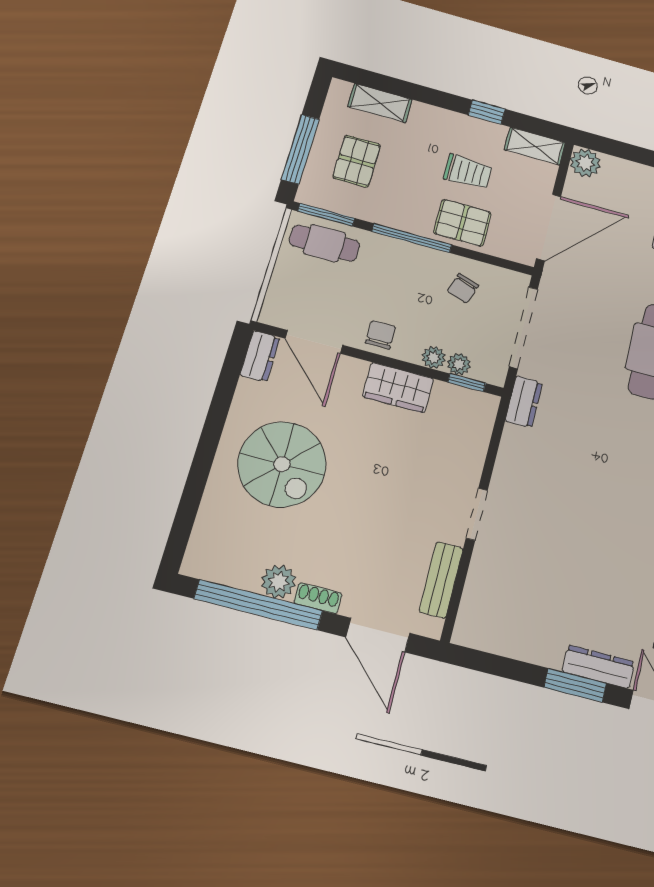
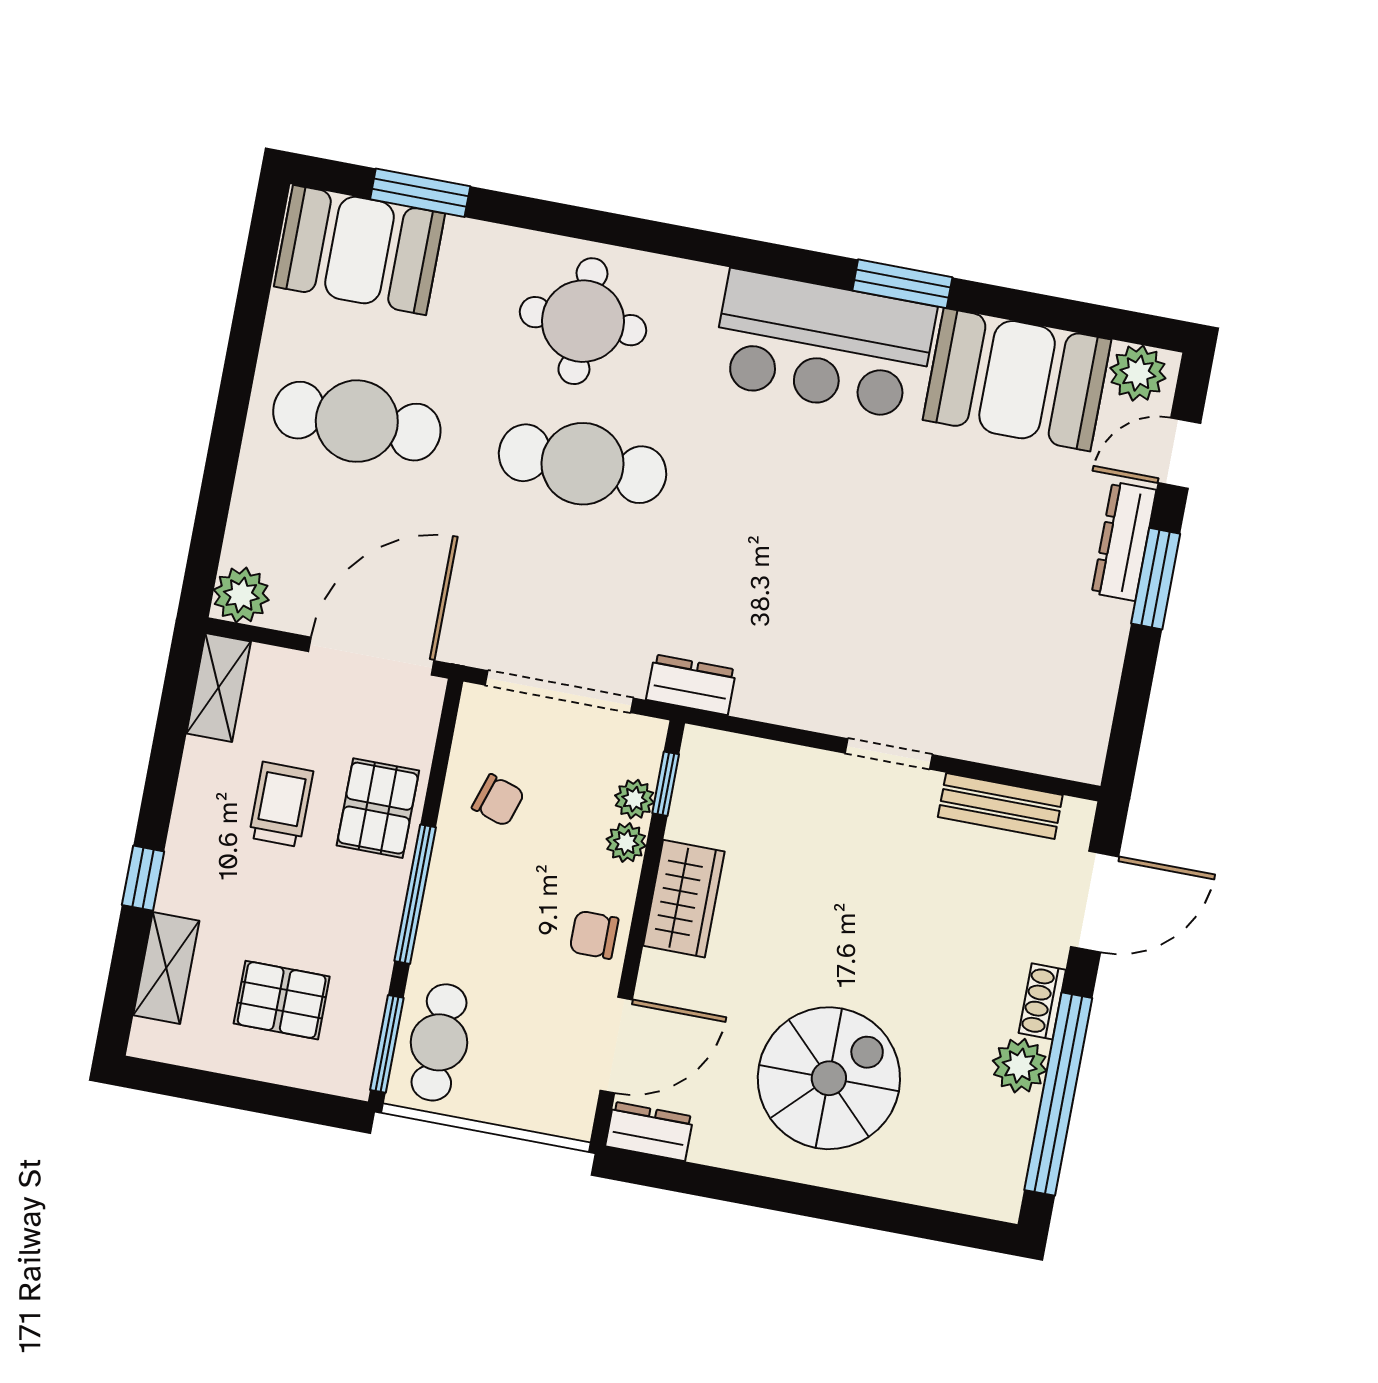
window: (487, 112) -> (143, 878), moved
window: (300, 149) -> (270, 1099), removed
door: (549, 227) -> (371, 656), hinge flipped

